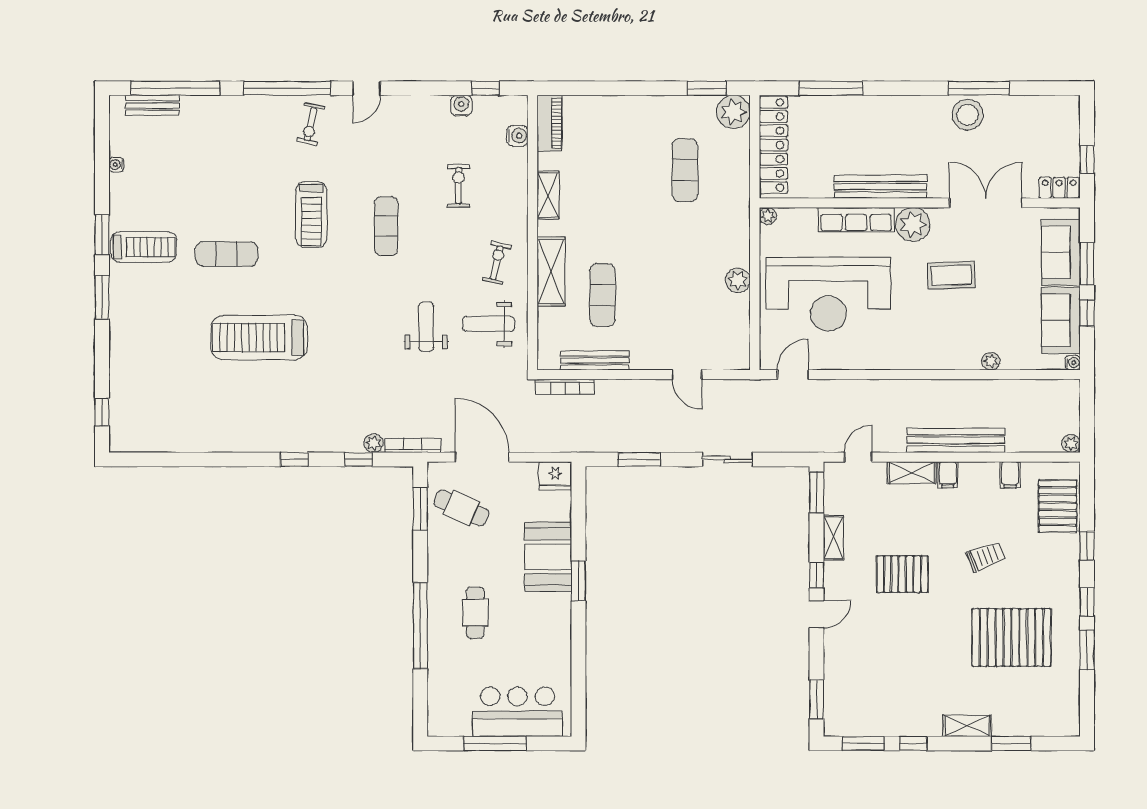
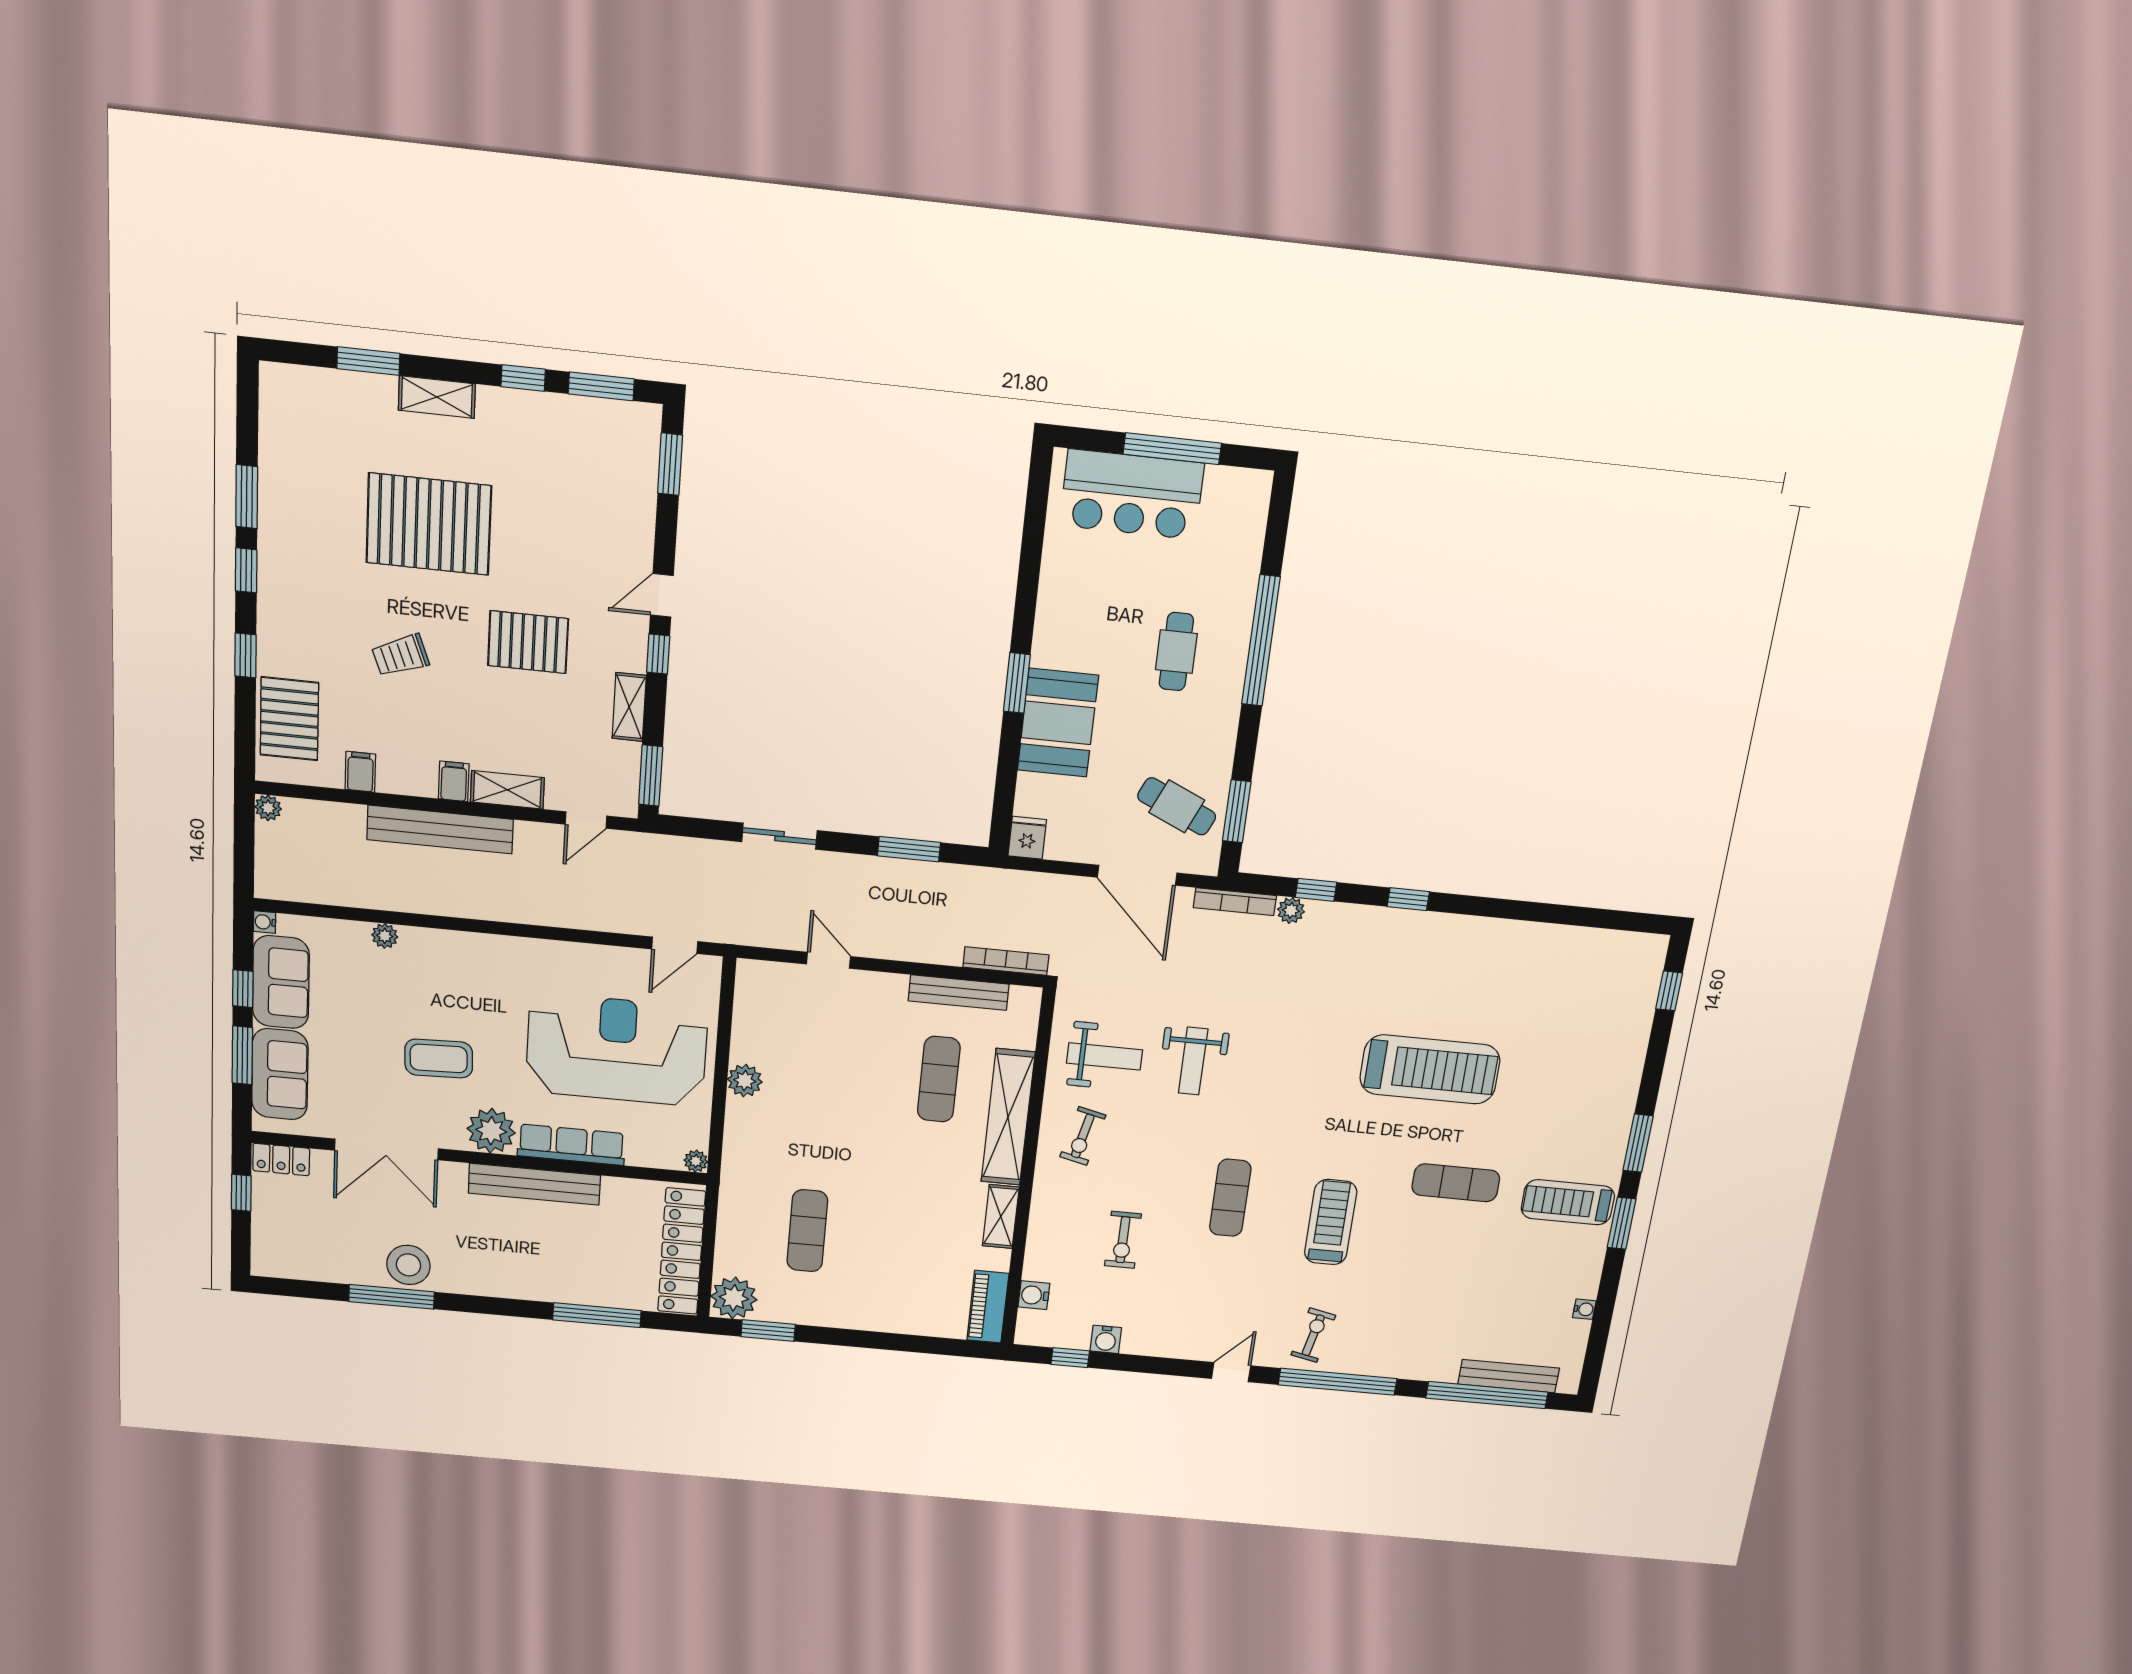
bench: (152, 105) -> (1509, 1376), width x1.36
shelving: (551, 272) -> (1008, 1117), width x1.47
fridge: (555, 476) -> (1027, 838), width x0.72
pallet: (1011, 637) -> (429, 524), moved

